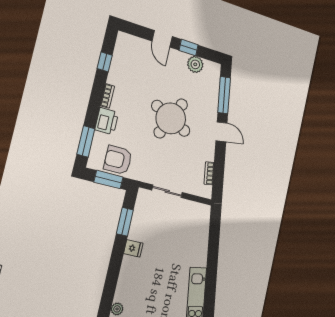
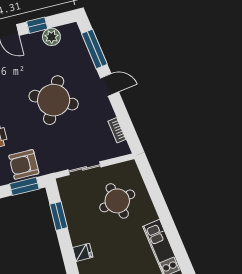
round table: (180, 234) -> (117, 201), added
fridge: (133, 248) -> (83, 252), moved

